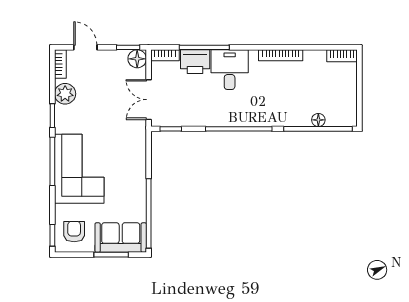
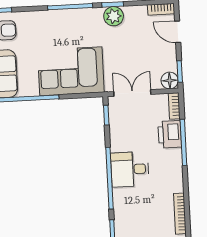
door: (85, 47) -> (178, 32), swing flipped
desk: (230, 70) -> (130, 169), moved, turned 180
plant: (65, 94) -> (114, 16), moved
corner sofa: (79, 169) -> (71, 71), moved, turned 180

